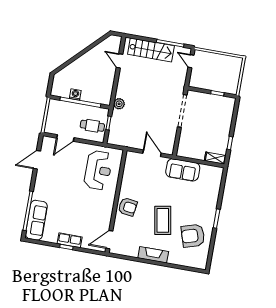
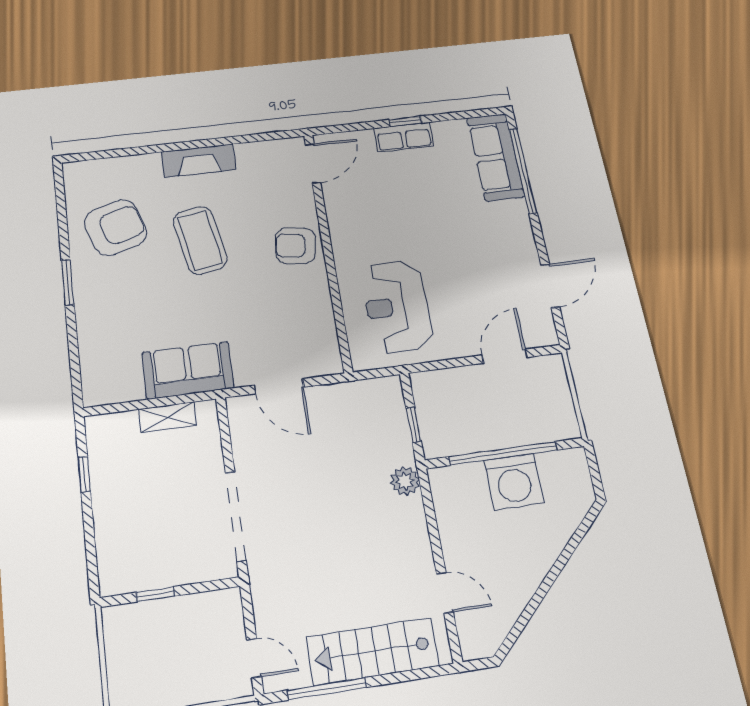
washing machine: (75, 95) -> (514, 481), width x1.89, depth x1.89
cafe table: (92, 126) -> (451, 406), removed
shelving: (215, 158) -> (168, 417), moved

